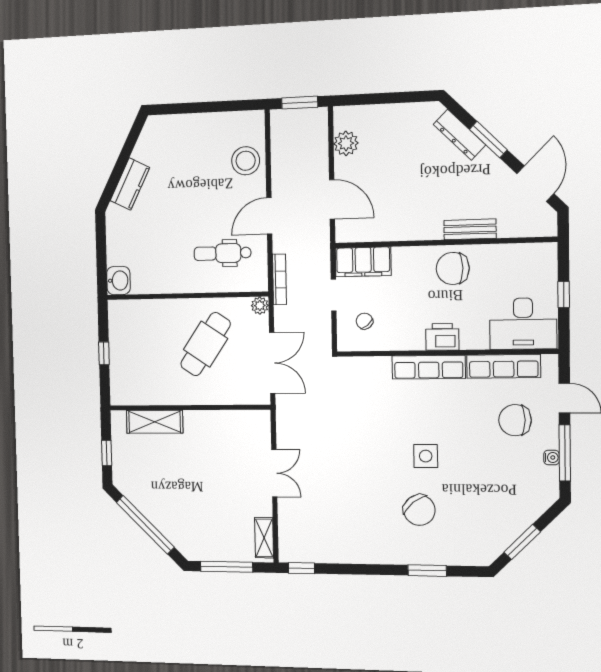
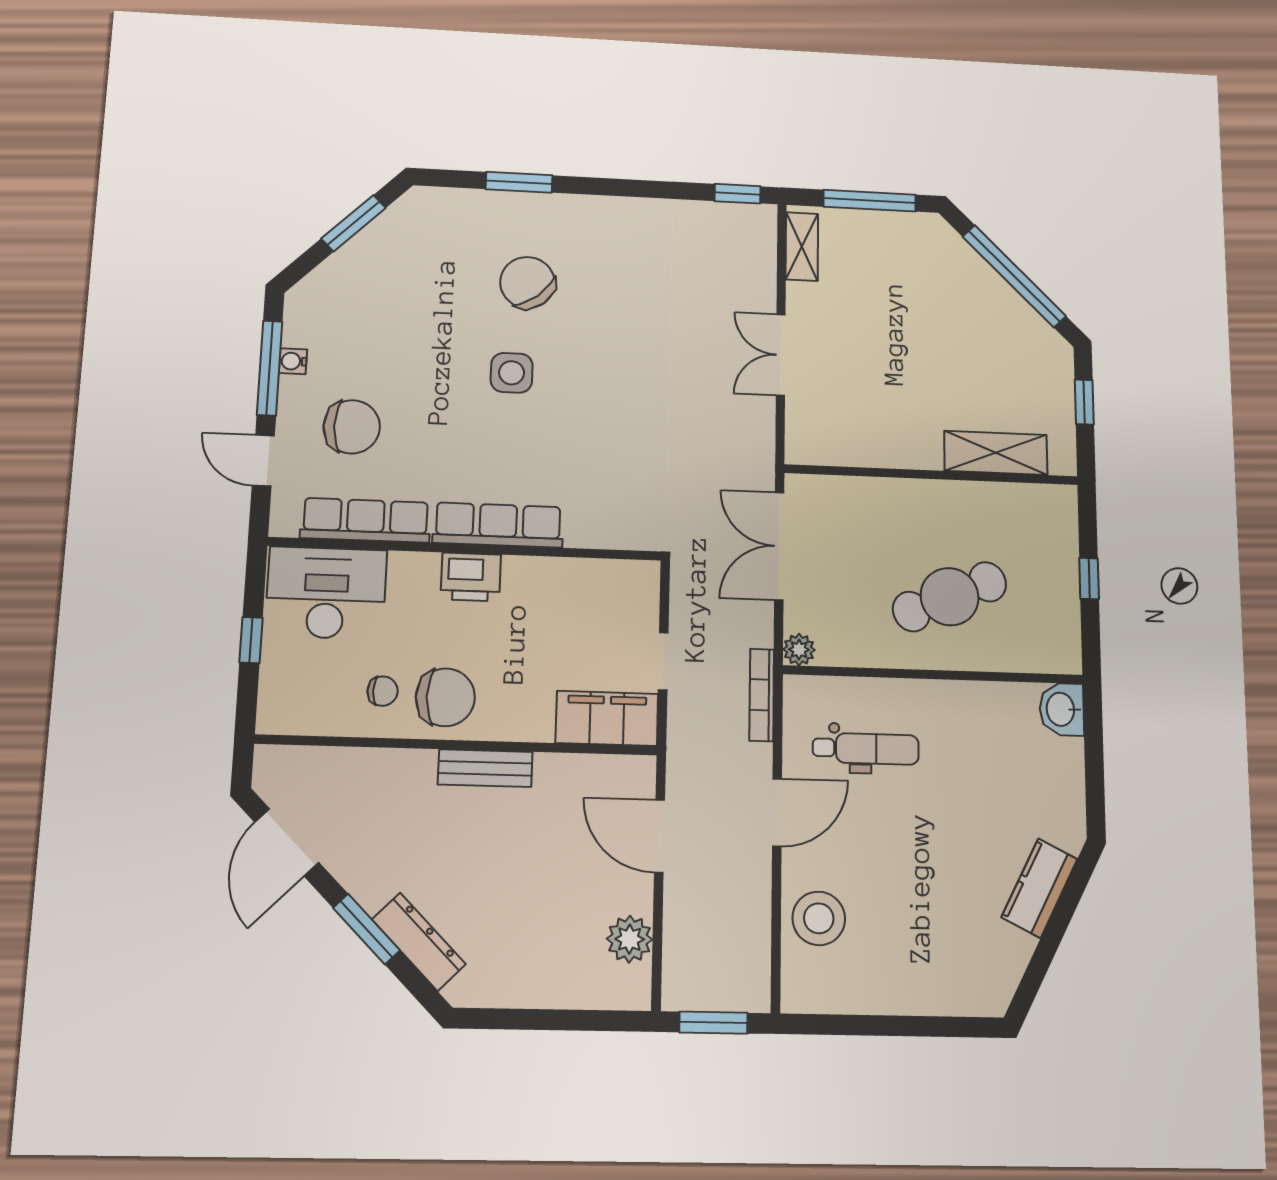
bench: (470, 229) -> (485, 768), moved
chair: (364, 321) -> (383, 691), moved, turned -51
cafe table: (206, 344) -> (950, 597), moved, turned 33

